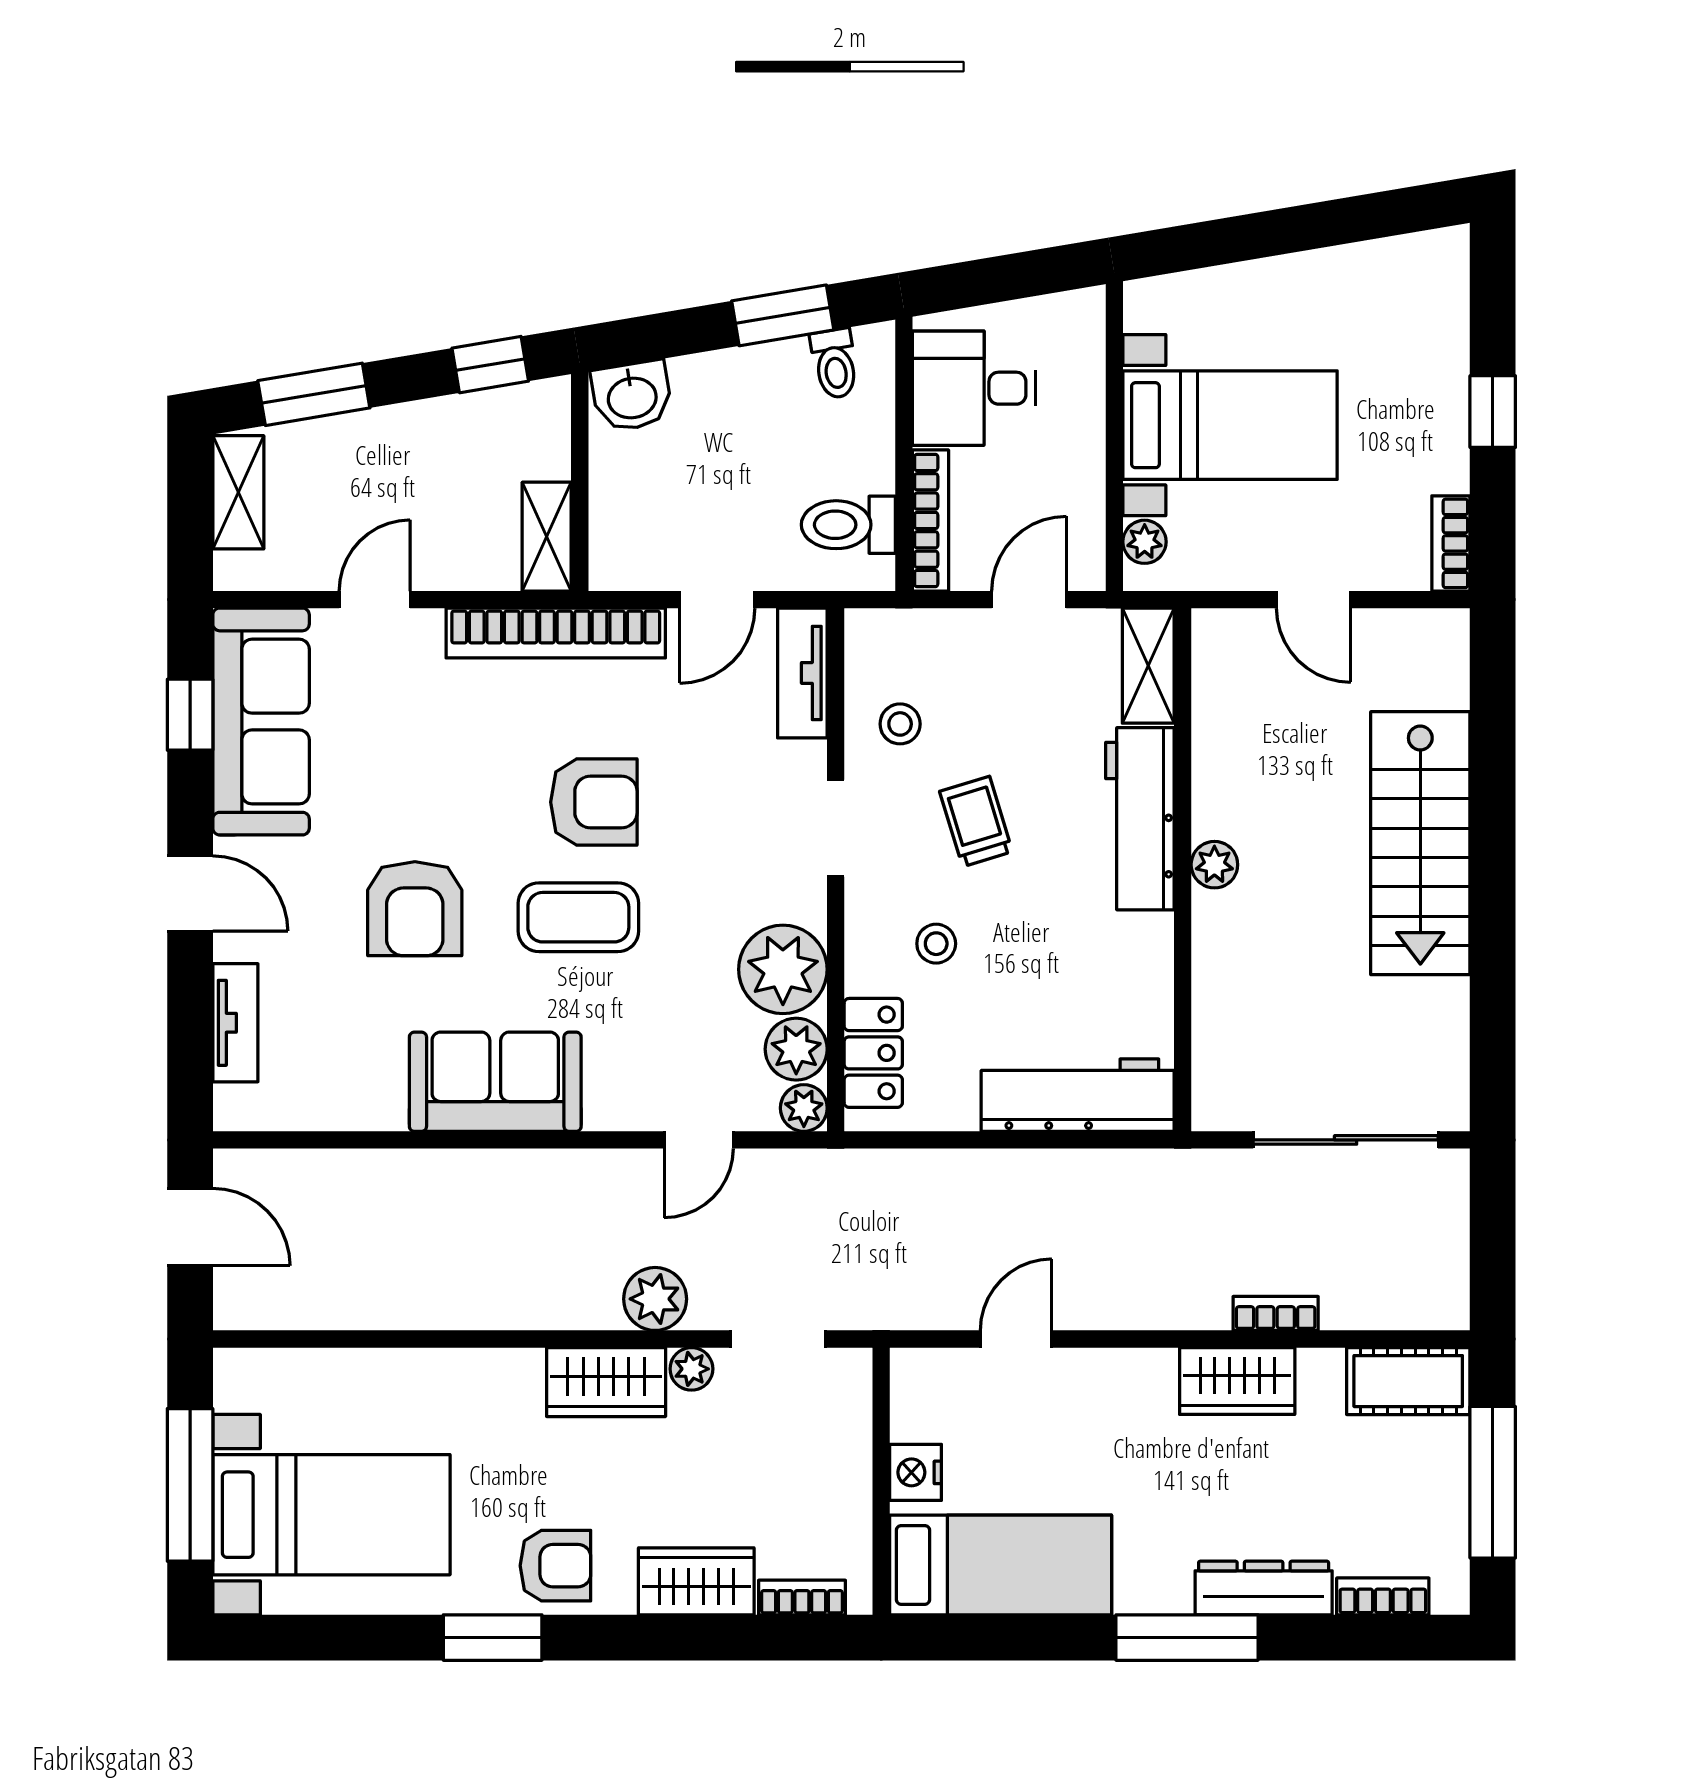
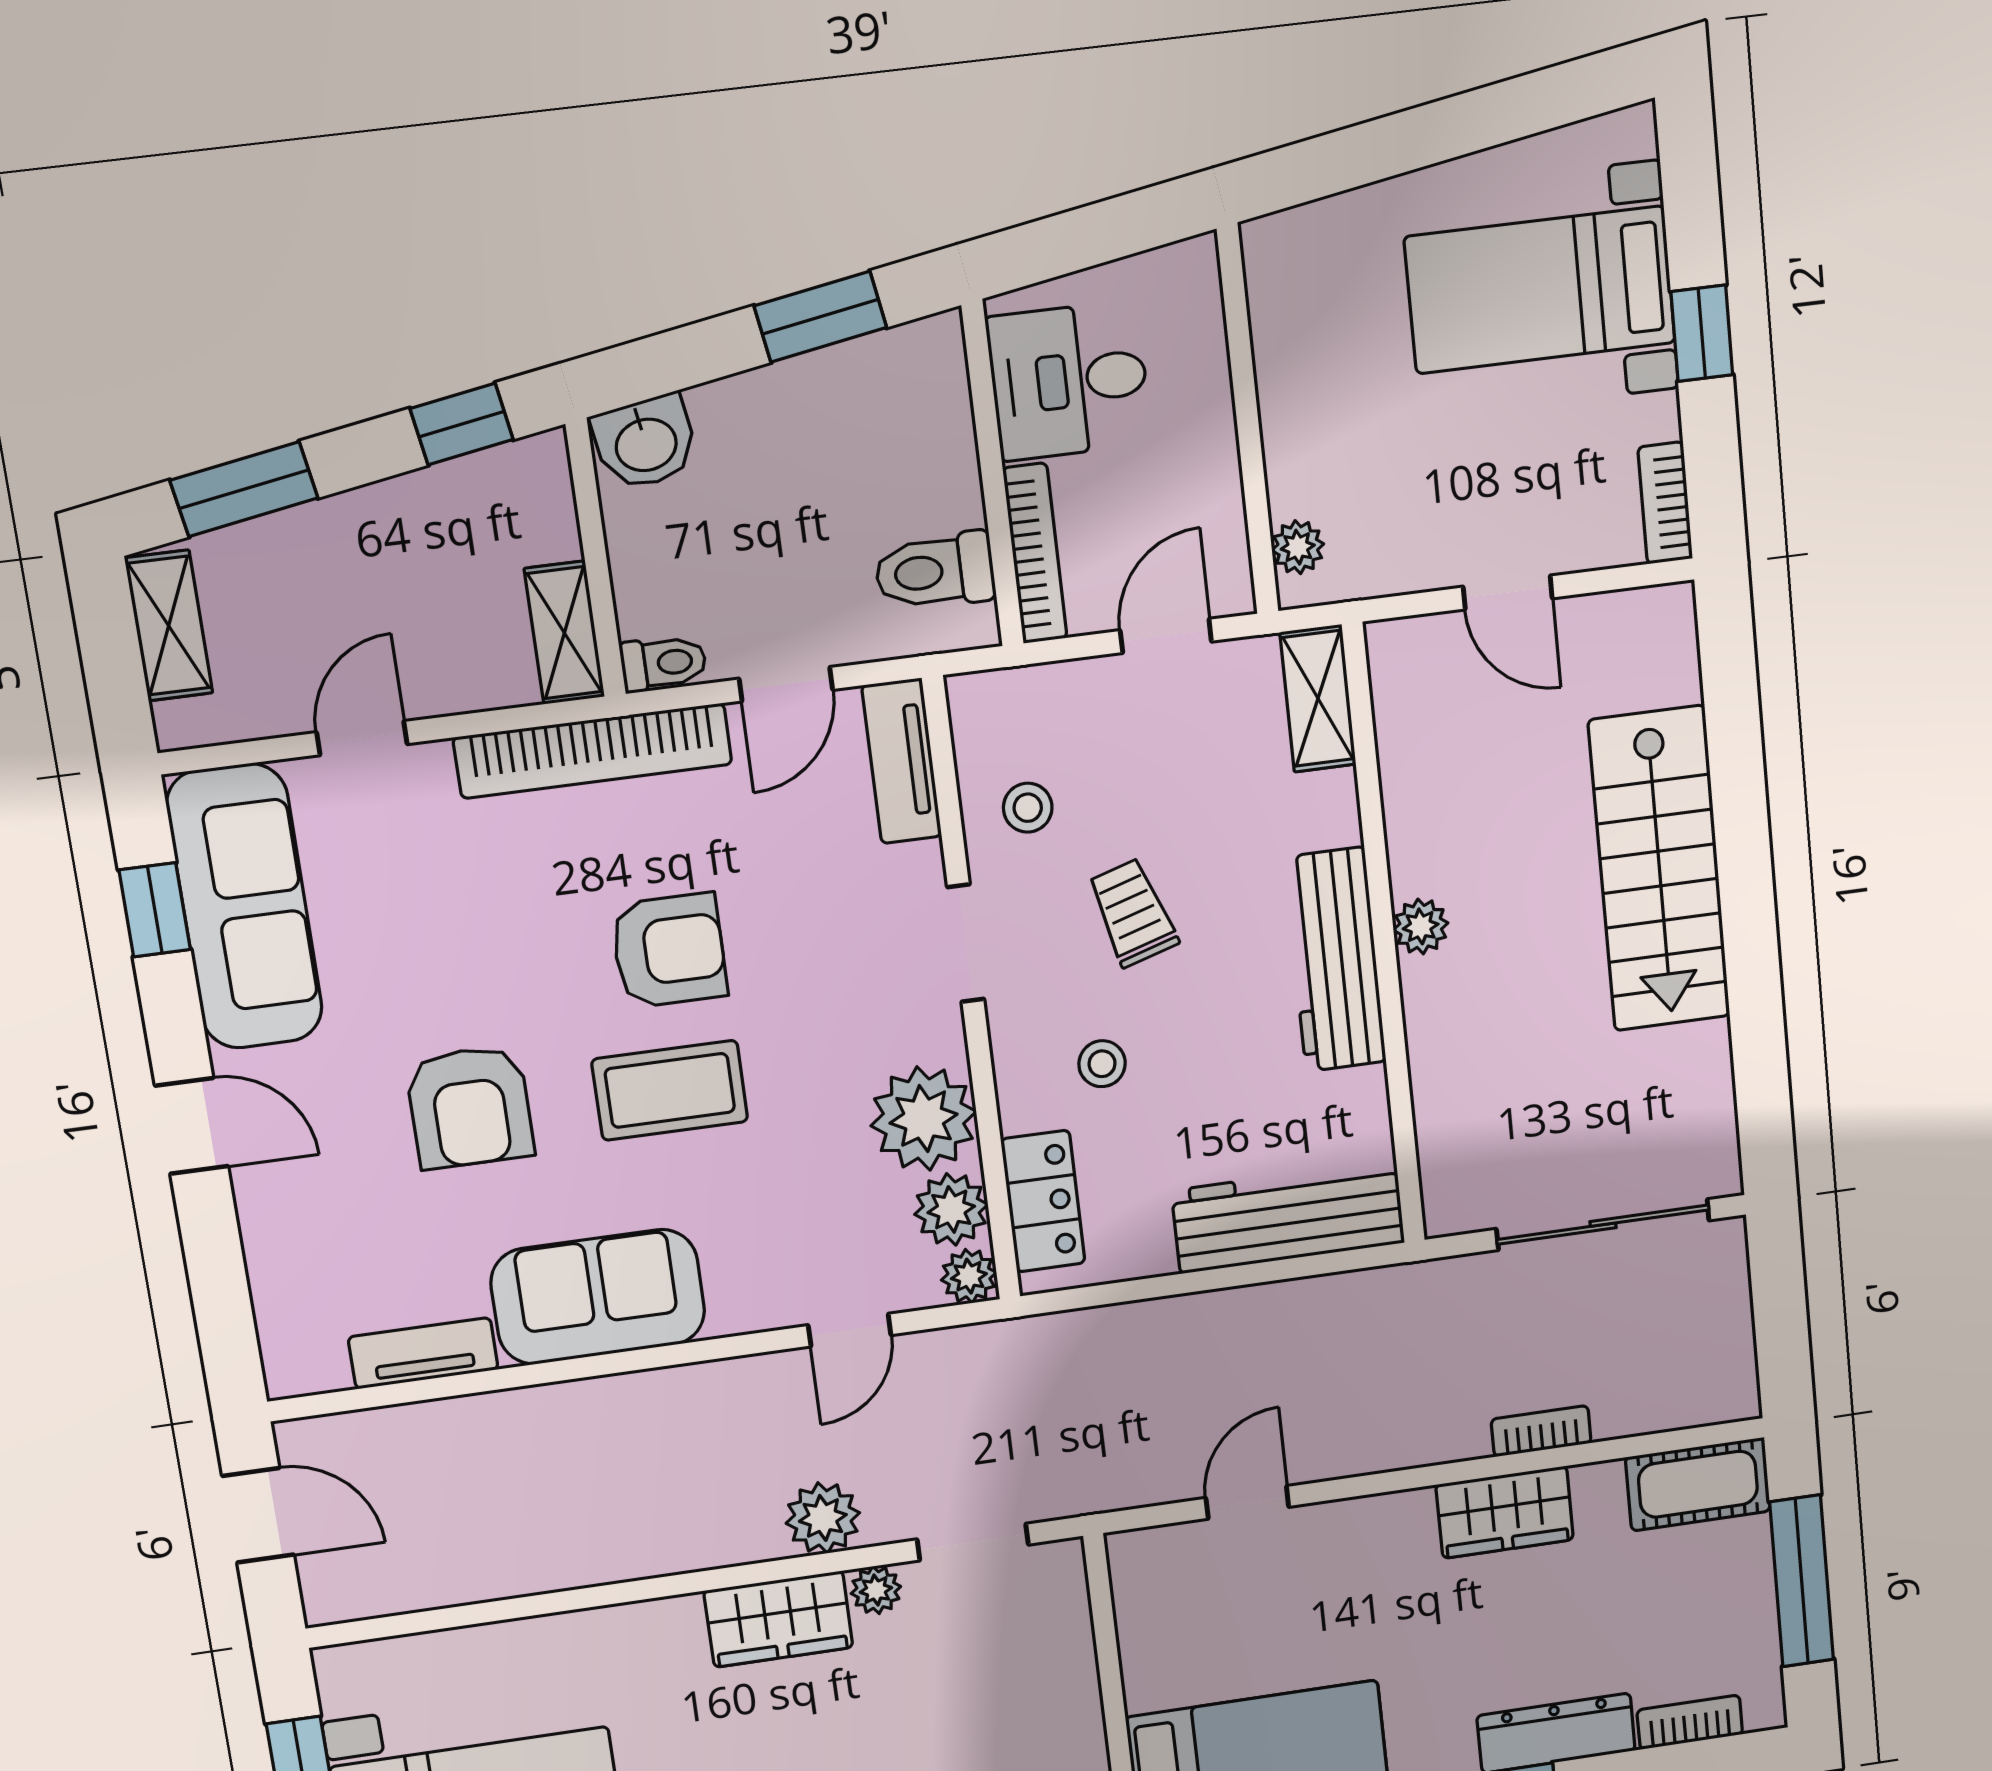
toilet: (835, 364) -> (663, 663), moved, turned -80
bed with nightstands: (1230, 425) -> (1540, 290), moved, turned 180
workbench: (1140, 819) -> (1335, 960), moved
tv unit: (235, 1023) -> (423, 1353), moved, turned -90
nightstand: (916, 1472) -> (1149, 1666), removed

